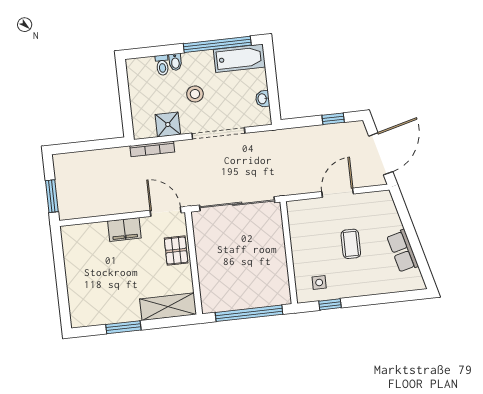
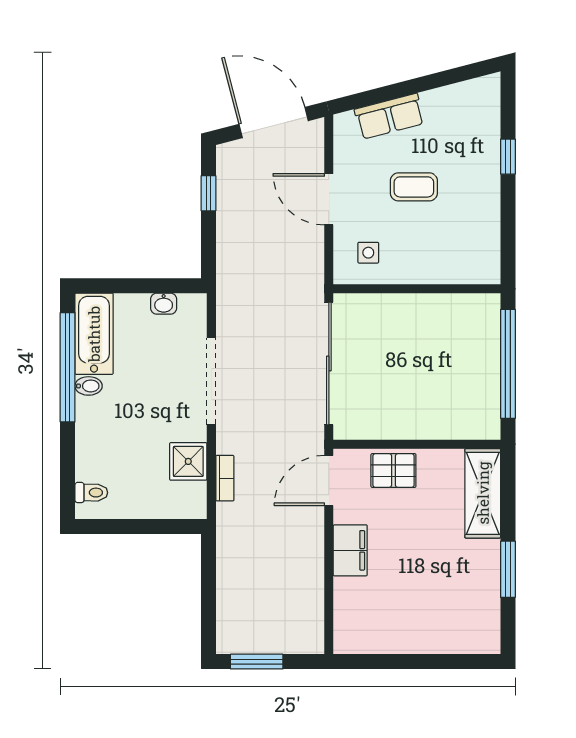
bidet: (175, 62) -> (89, 386), moved
toilet: (162, 65) -> (91, 493), moved
stool: (195, 94) -> (144, 412), removed
bookcase: (152, 149) -> (225, 478), width x0.64
window: (52, 196) -> (257, 662), moved
row of seats: (403, 251) -> (389, 116), moved
side table: (319, 282) -> (368, 253), moved
window: (330, 304) -> (508, 157), moved

